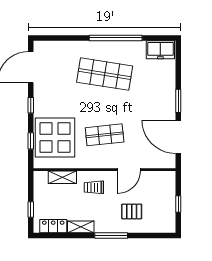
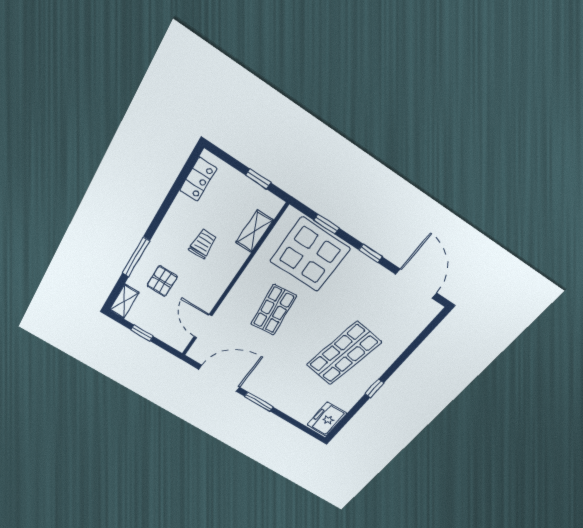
window: (116, 38) -> (374, 388), width x0.32
door: (129, 170) -> (203, 326), moved
trolley: (94, 187) -> (203, 244), moved
window: (31, 210) -> (258, 179), moved
shelving: (81, 227) -> (124, 301), moved
window: (111, 235) -> (136, 257), moved

